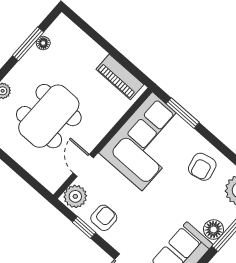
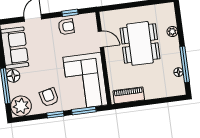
window: (28, 44) -> (185, 64), width x1.44
window: (216, 142) -> (55, 114), added
plant: (75, 196) -> (89, 22), removed
armchair: (104, 218) -> (66, 27), turned -92

